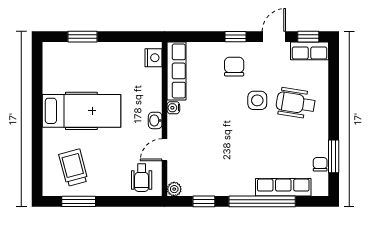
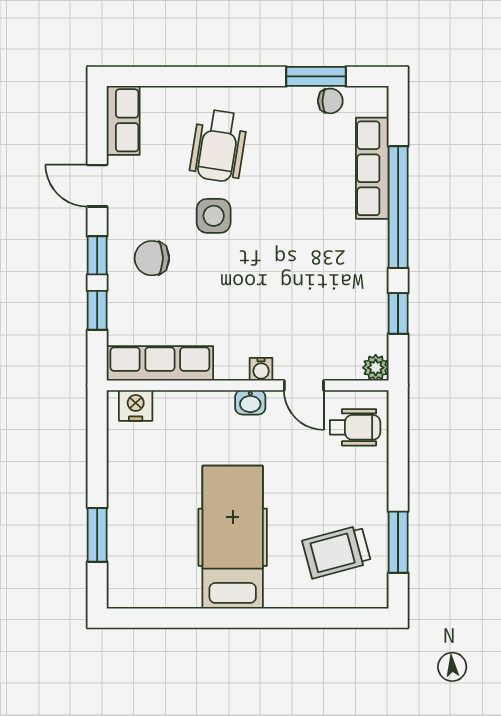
window: (308, 37) -> (97, 310), moved
water cooler: (173, 108) -> (261, 369), moved
chair: (320, 164) -> (330, 101), turned 180

